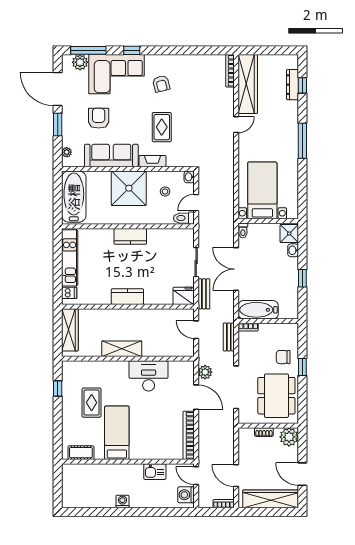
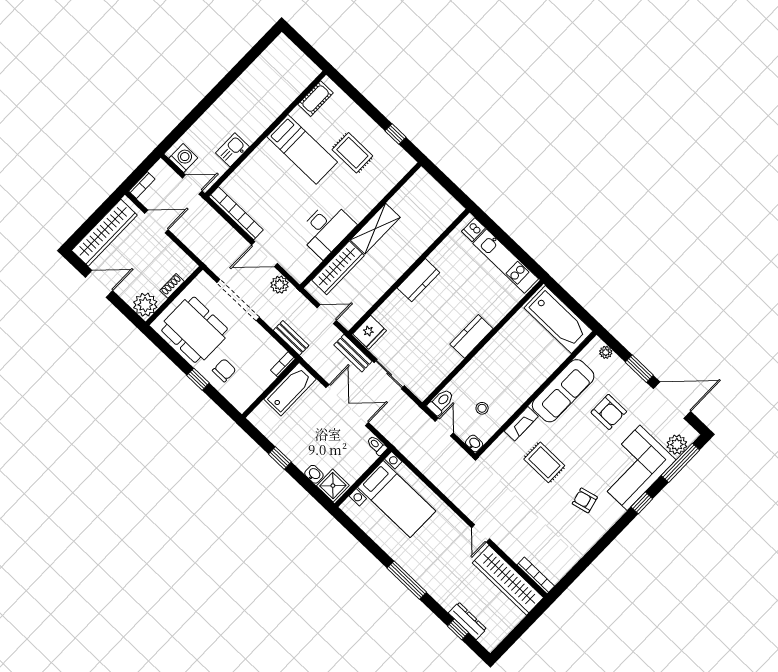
shower: (129, 188) -> (517, 378), removed
wardrobe: (70, 330) -> (338, 268), moved, turned -90
washing machine: (122, 501) -> (234, 94), removed

